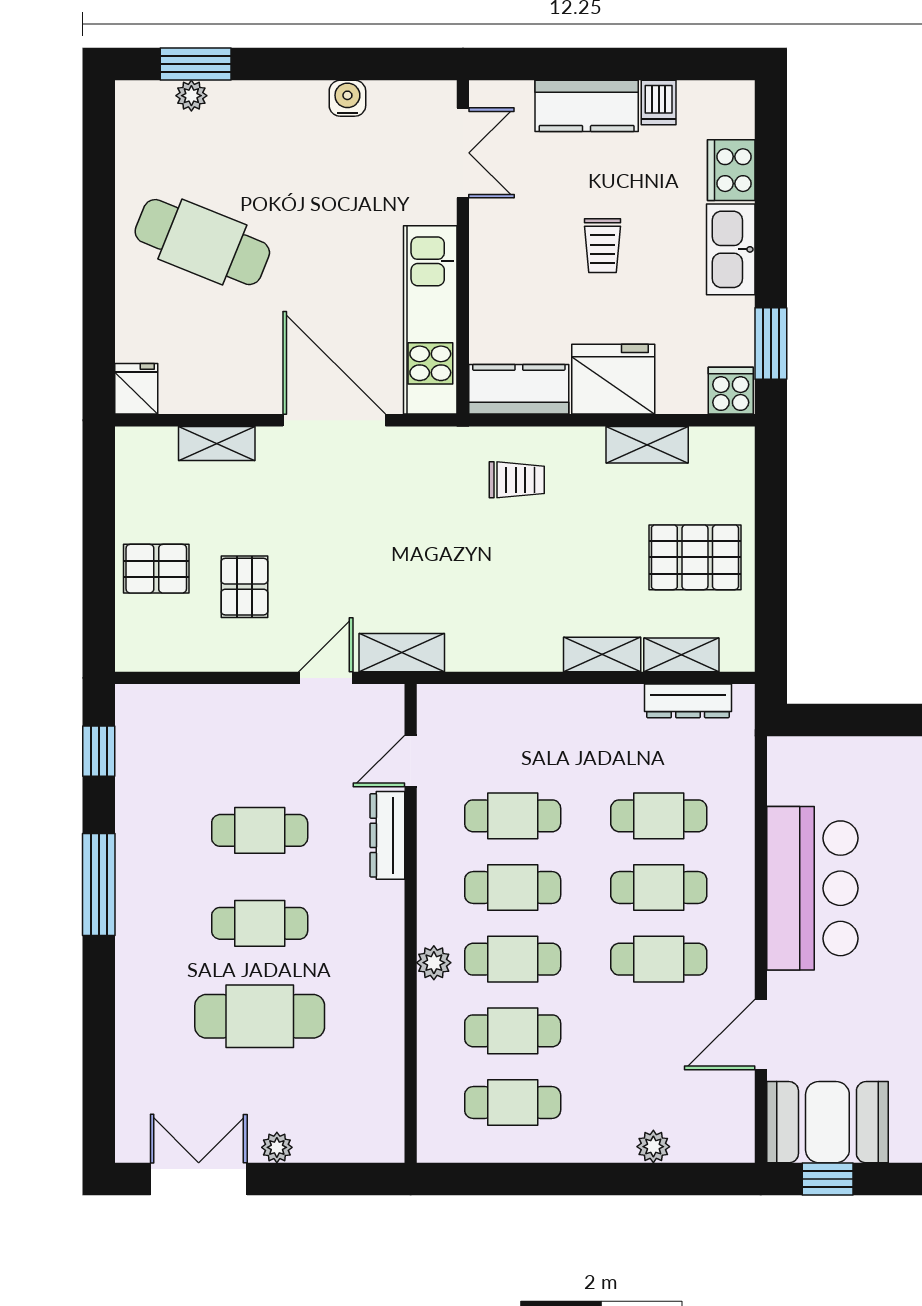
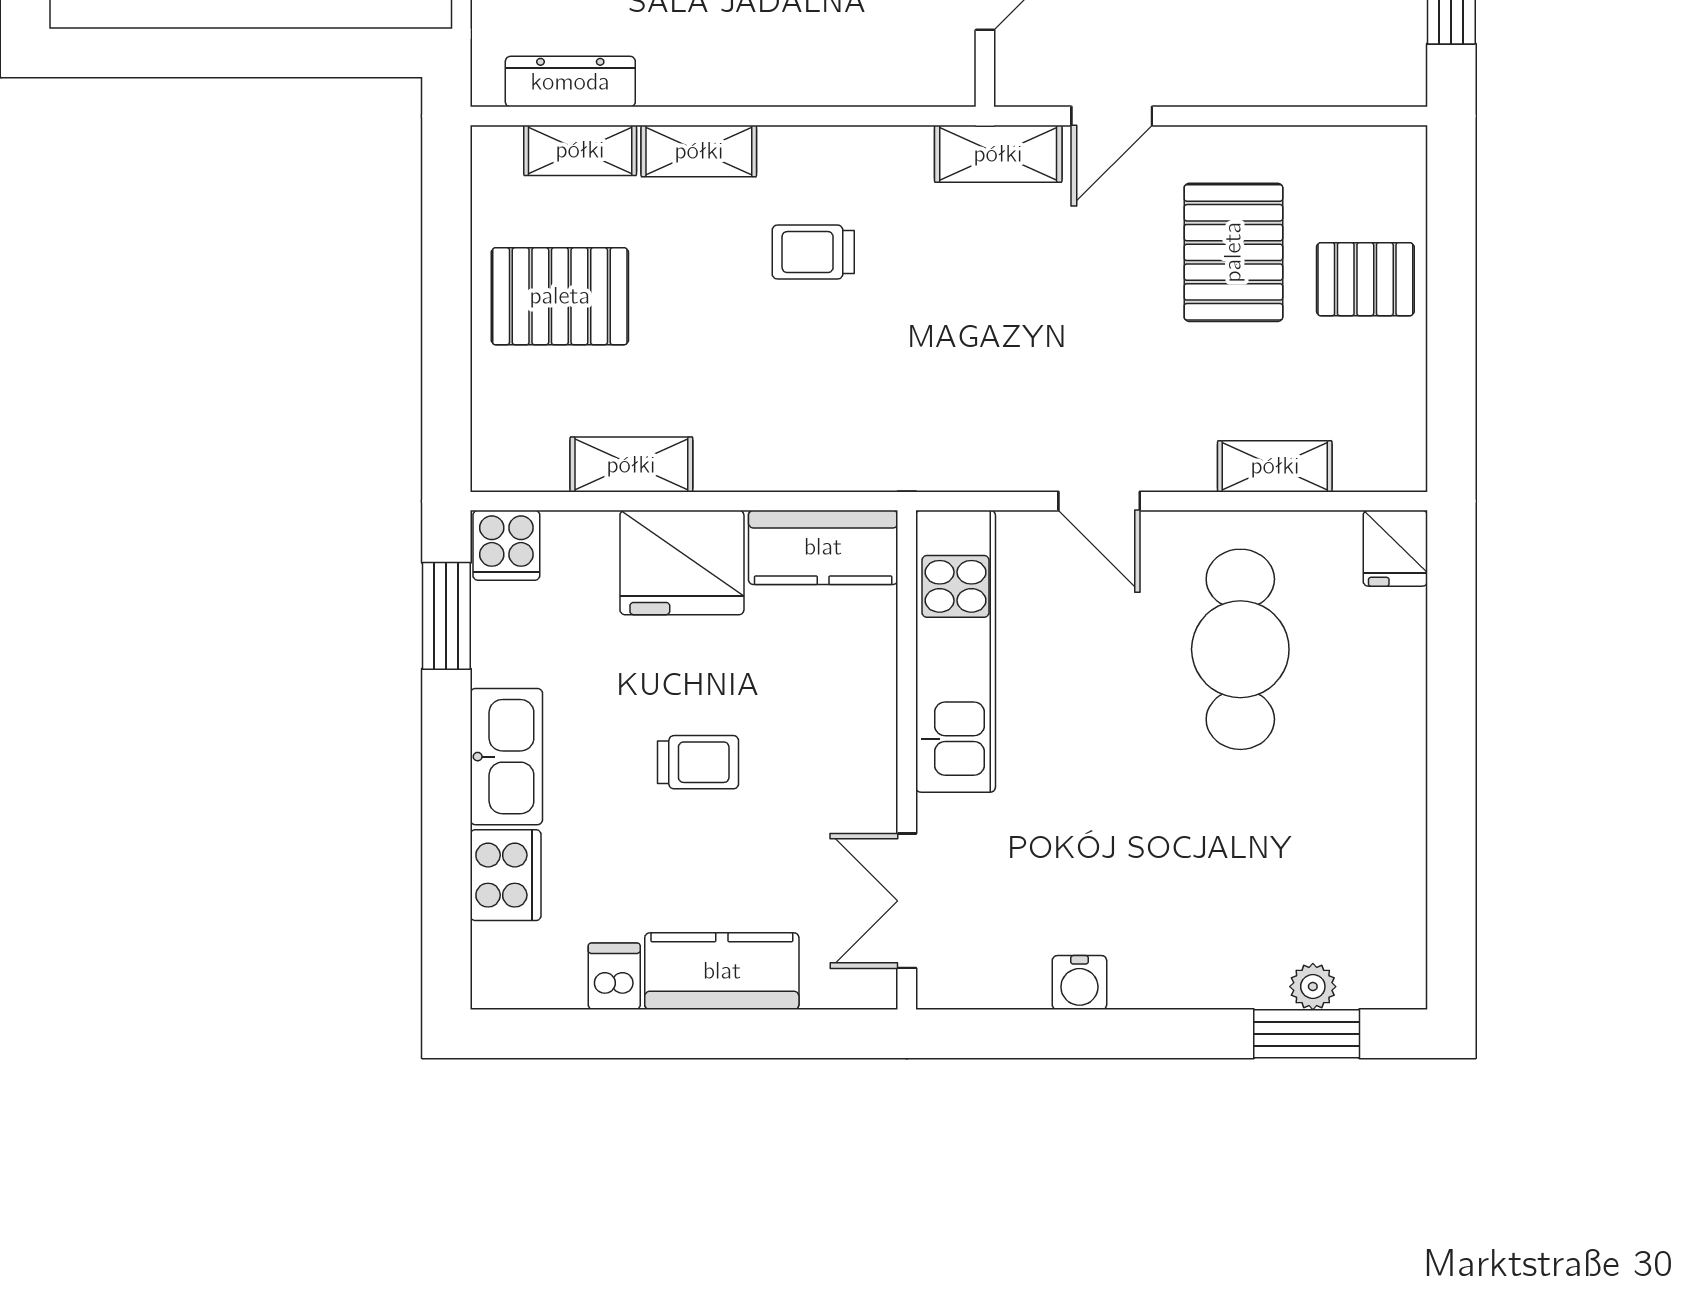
cafe table: (202, 242) -> (1240, 649), moved, turned 68
trolley: (603, 246) -> (698, 762), turned 90
door: (334, 420) -> (1099, 501), width x0.53
trolley: (517, 480) -> (813, 252), moved
pallet: (244, 587) -> (1233, 252), width x1.50, depth x1.42

